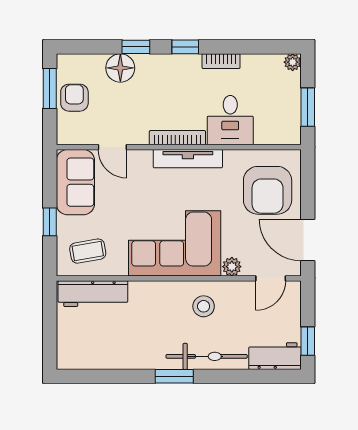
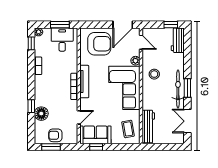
window: (185, 47) -> (31, 43), moved
desk: (230, 120) -> (62, 40), moved, turned -90
window: (50, 222) -> (96, 147), moved
bicycle: (207, 356) -> (178, 89), moved
double door: (104, 376) -> (187, 121), added

